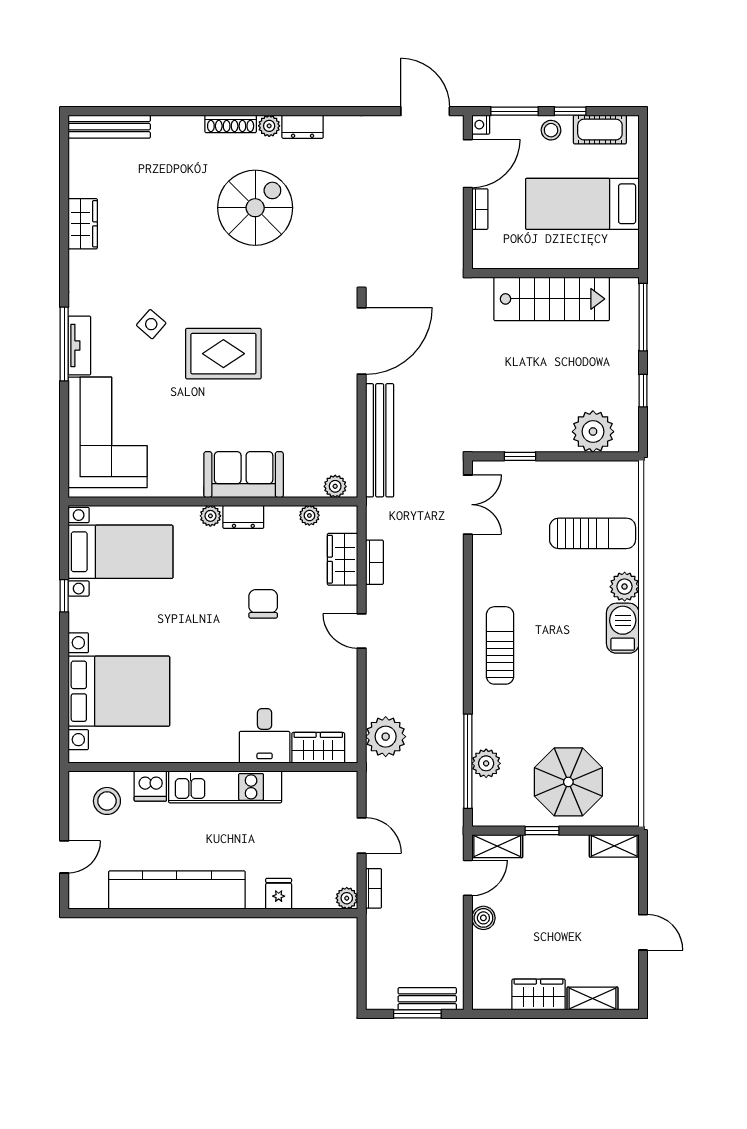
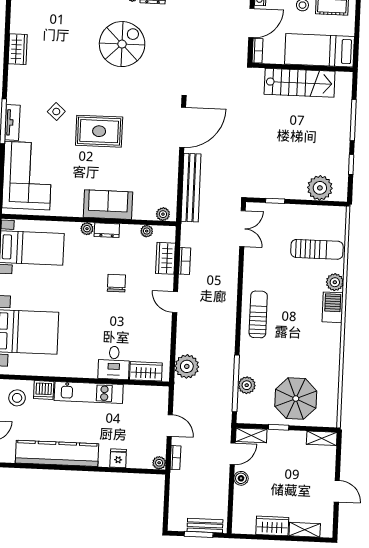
wall: (555, 273) -> (302, 67), moved
stairs: (552, 299) -> (300, 83), moved

